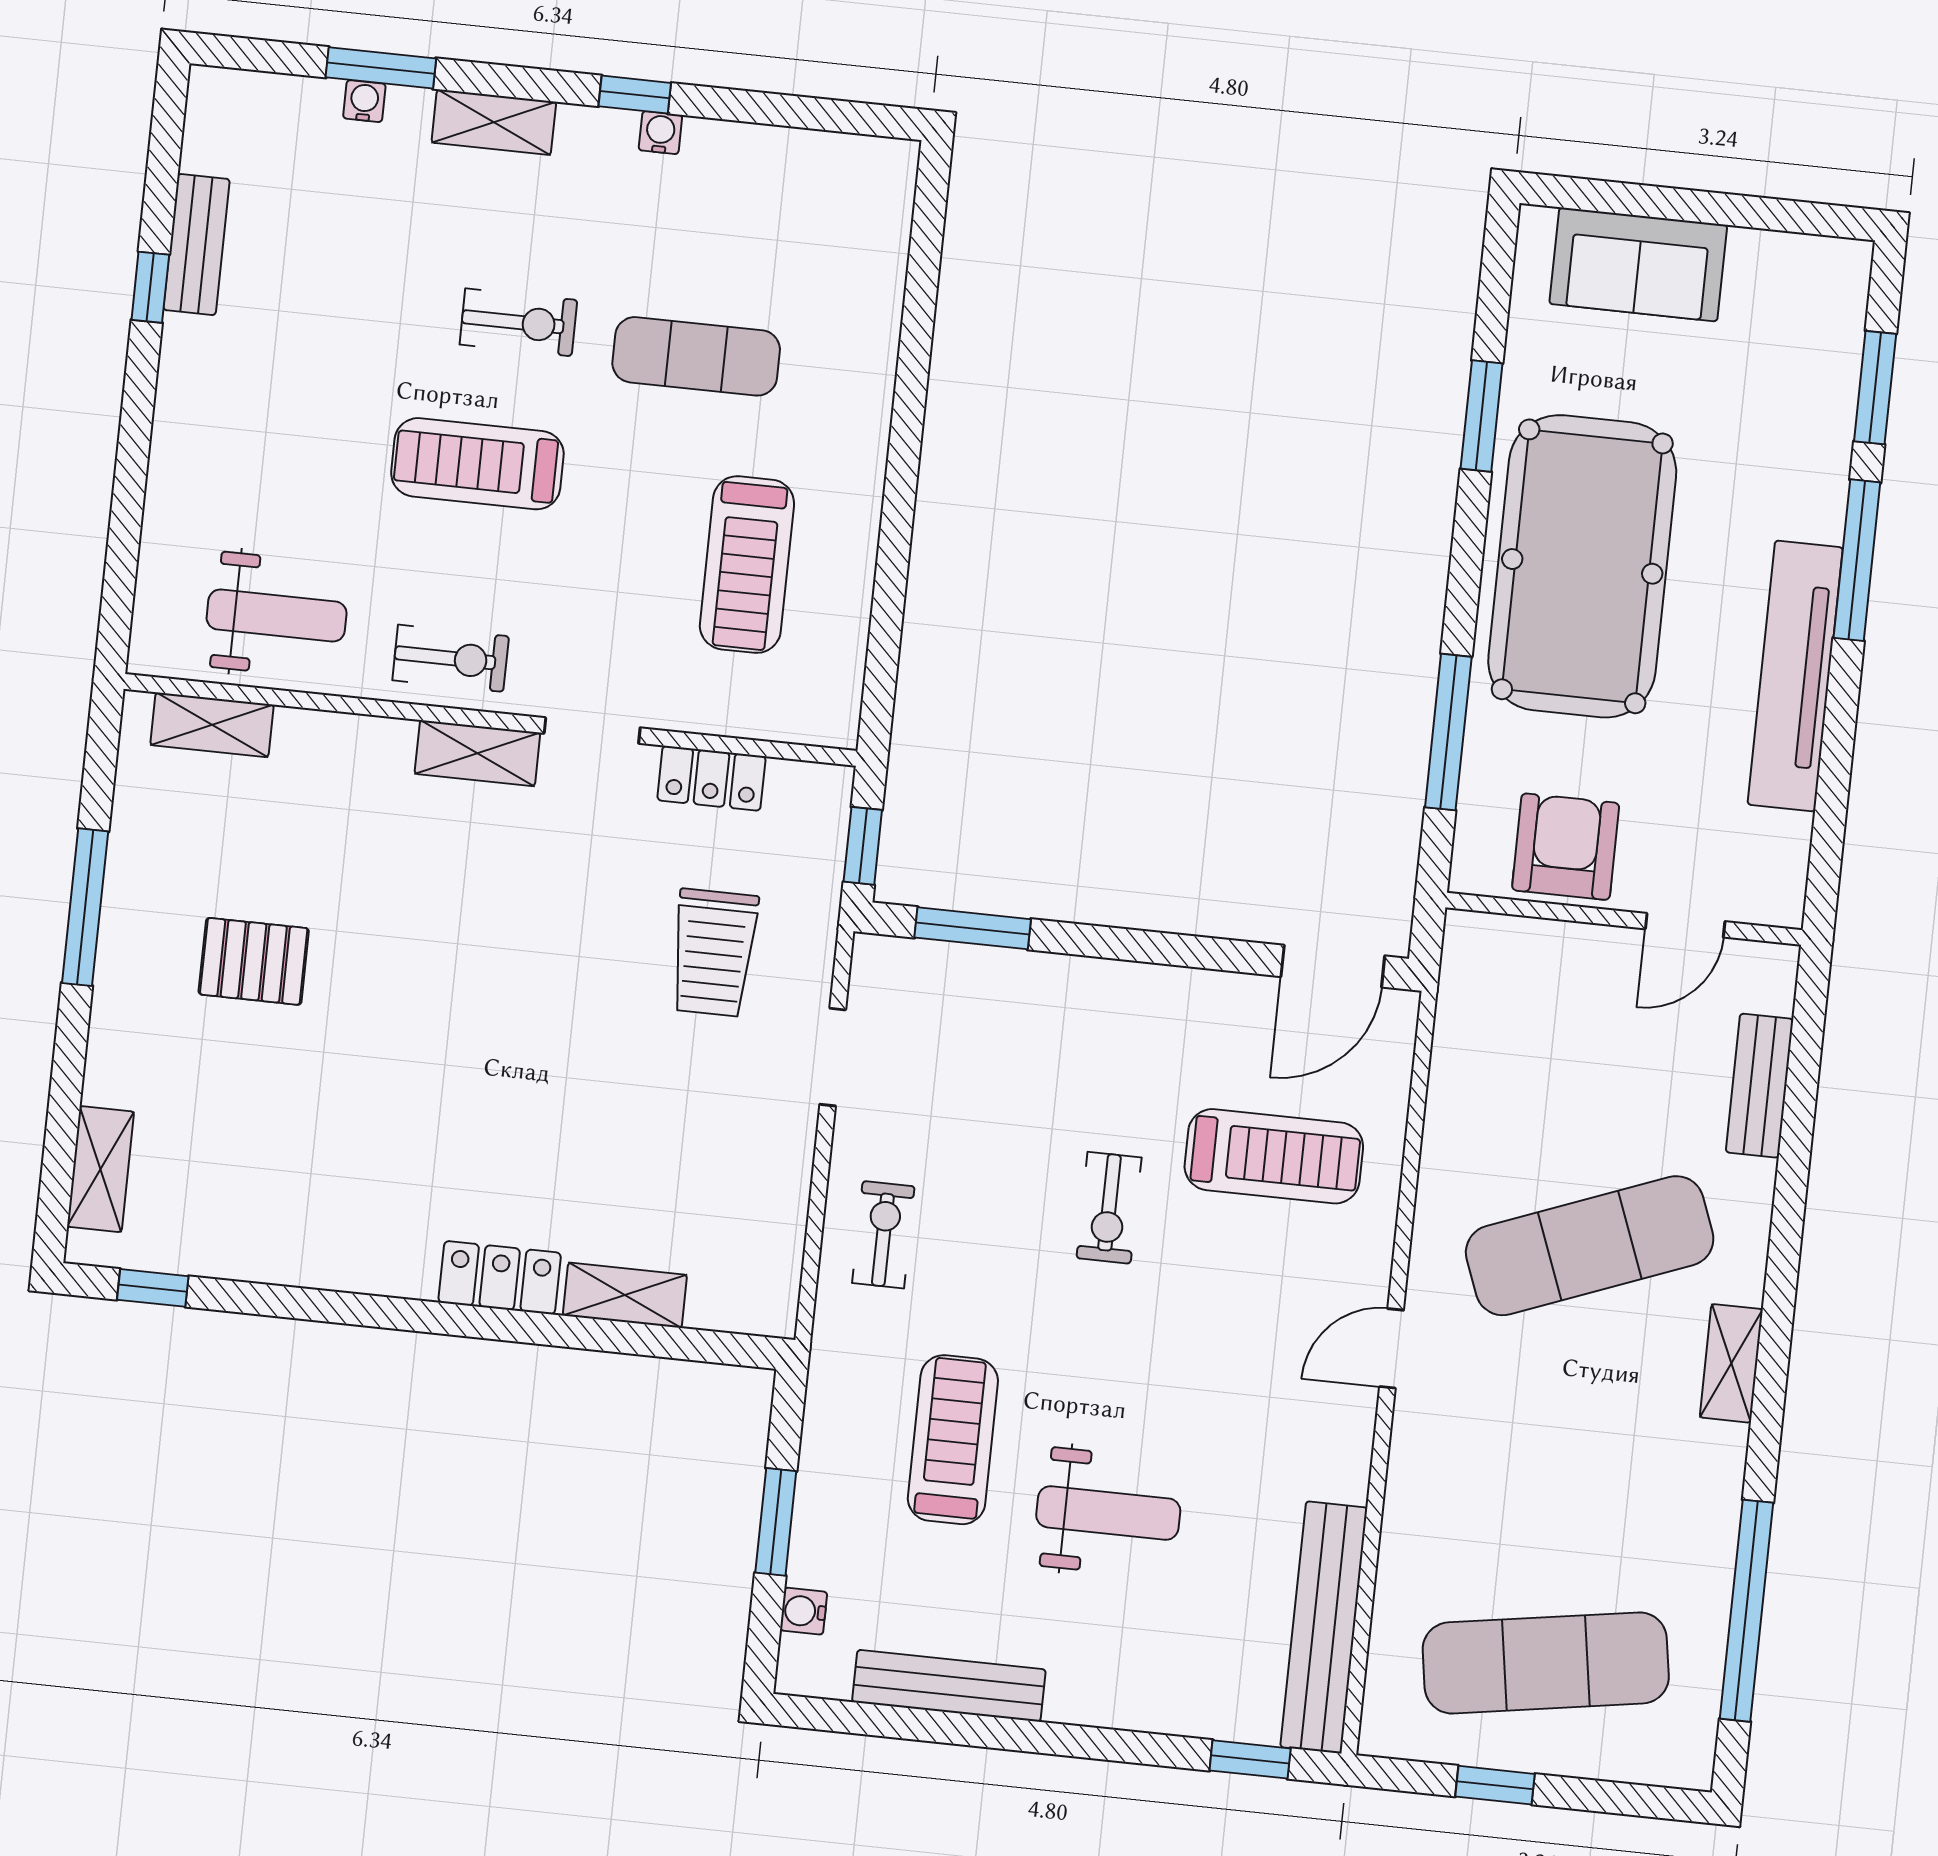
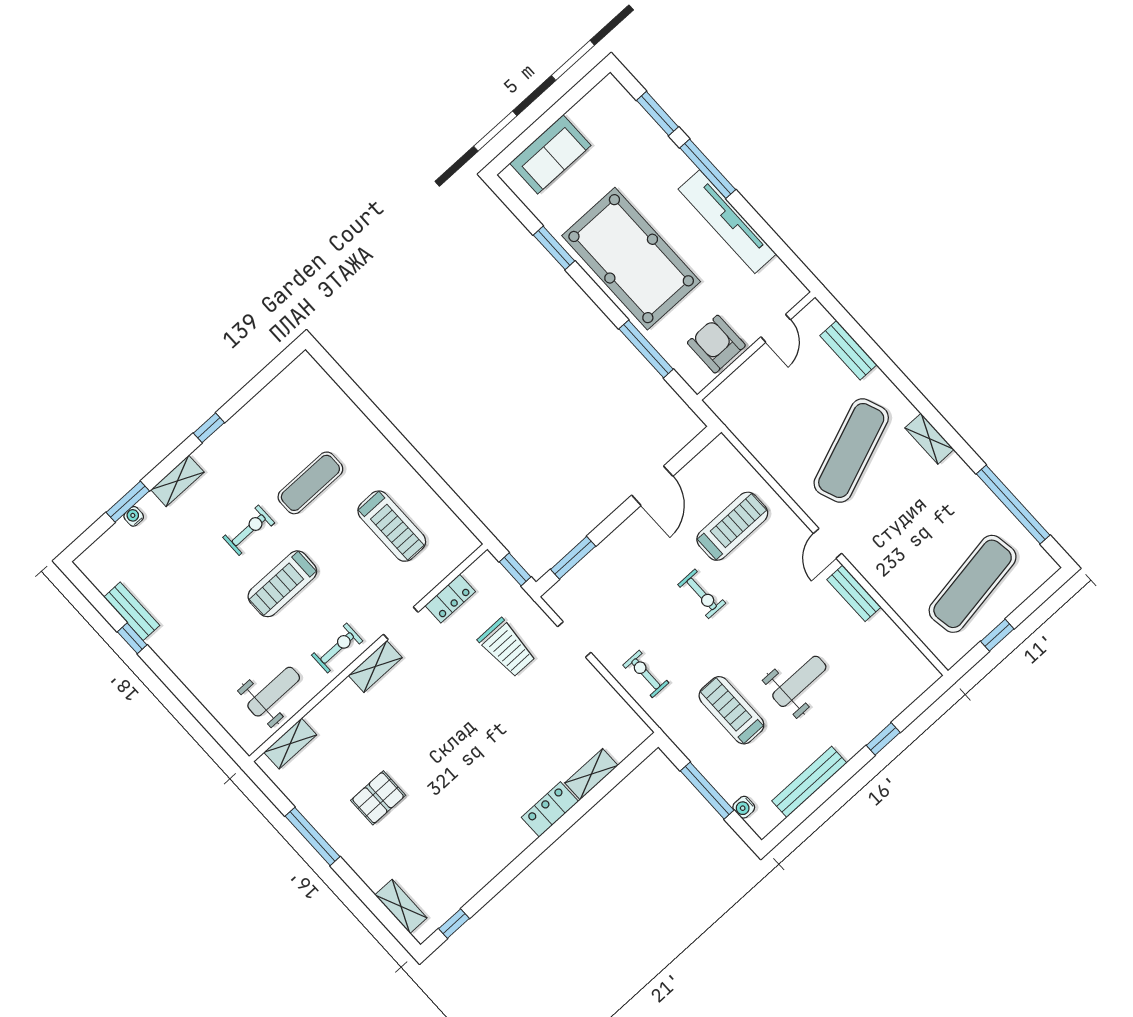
water cooler: (660, 133) -> (228, 430), removed
door: (1333, 966) -> (652, 486), moved
window: (776, 1522) -> (707, 791), width x1.44
bench: (1324, 1627) -> (854, 593), moved, width x0.54, depth x0.82
window: (1250, 1759) -> (883, 739), moved

